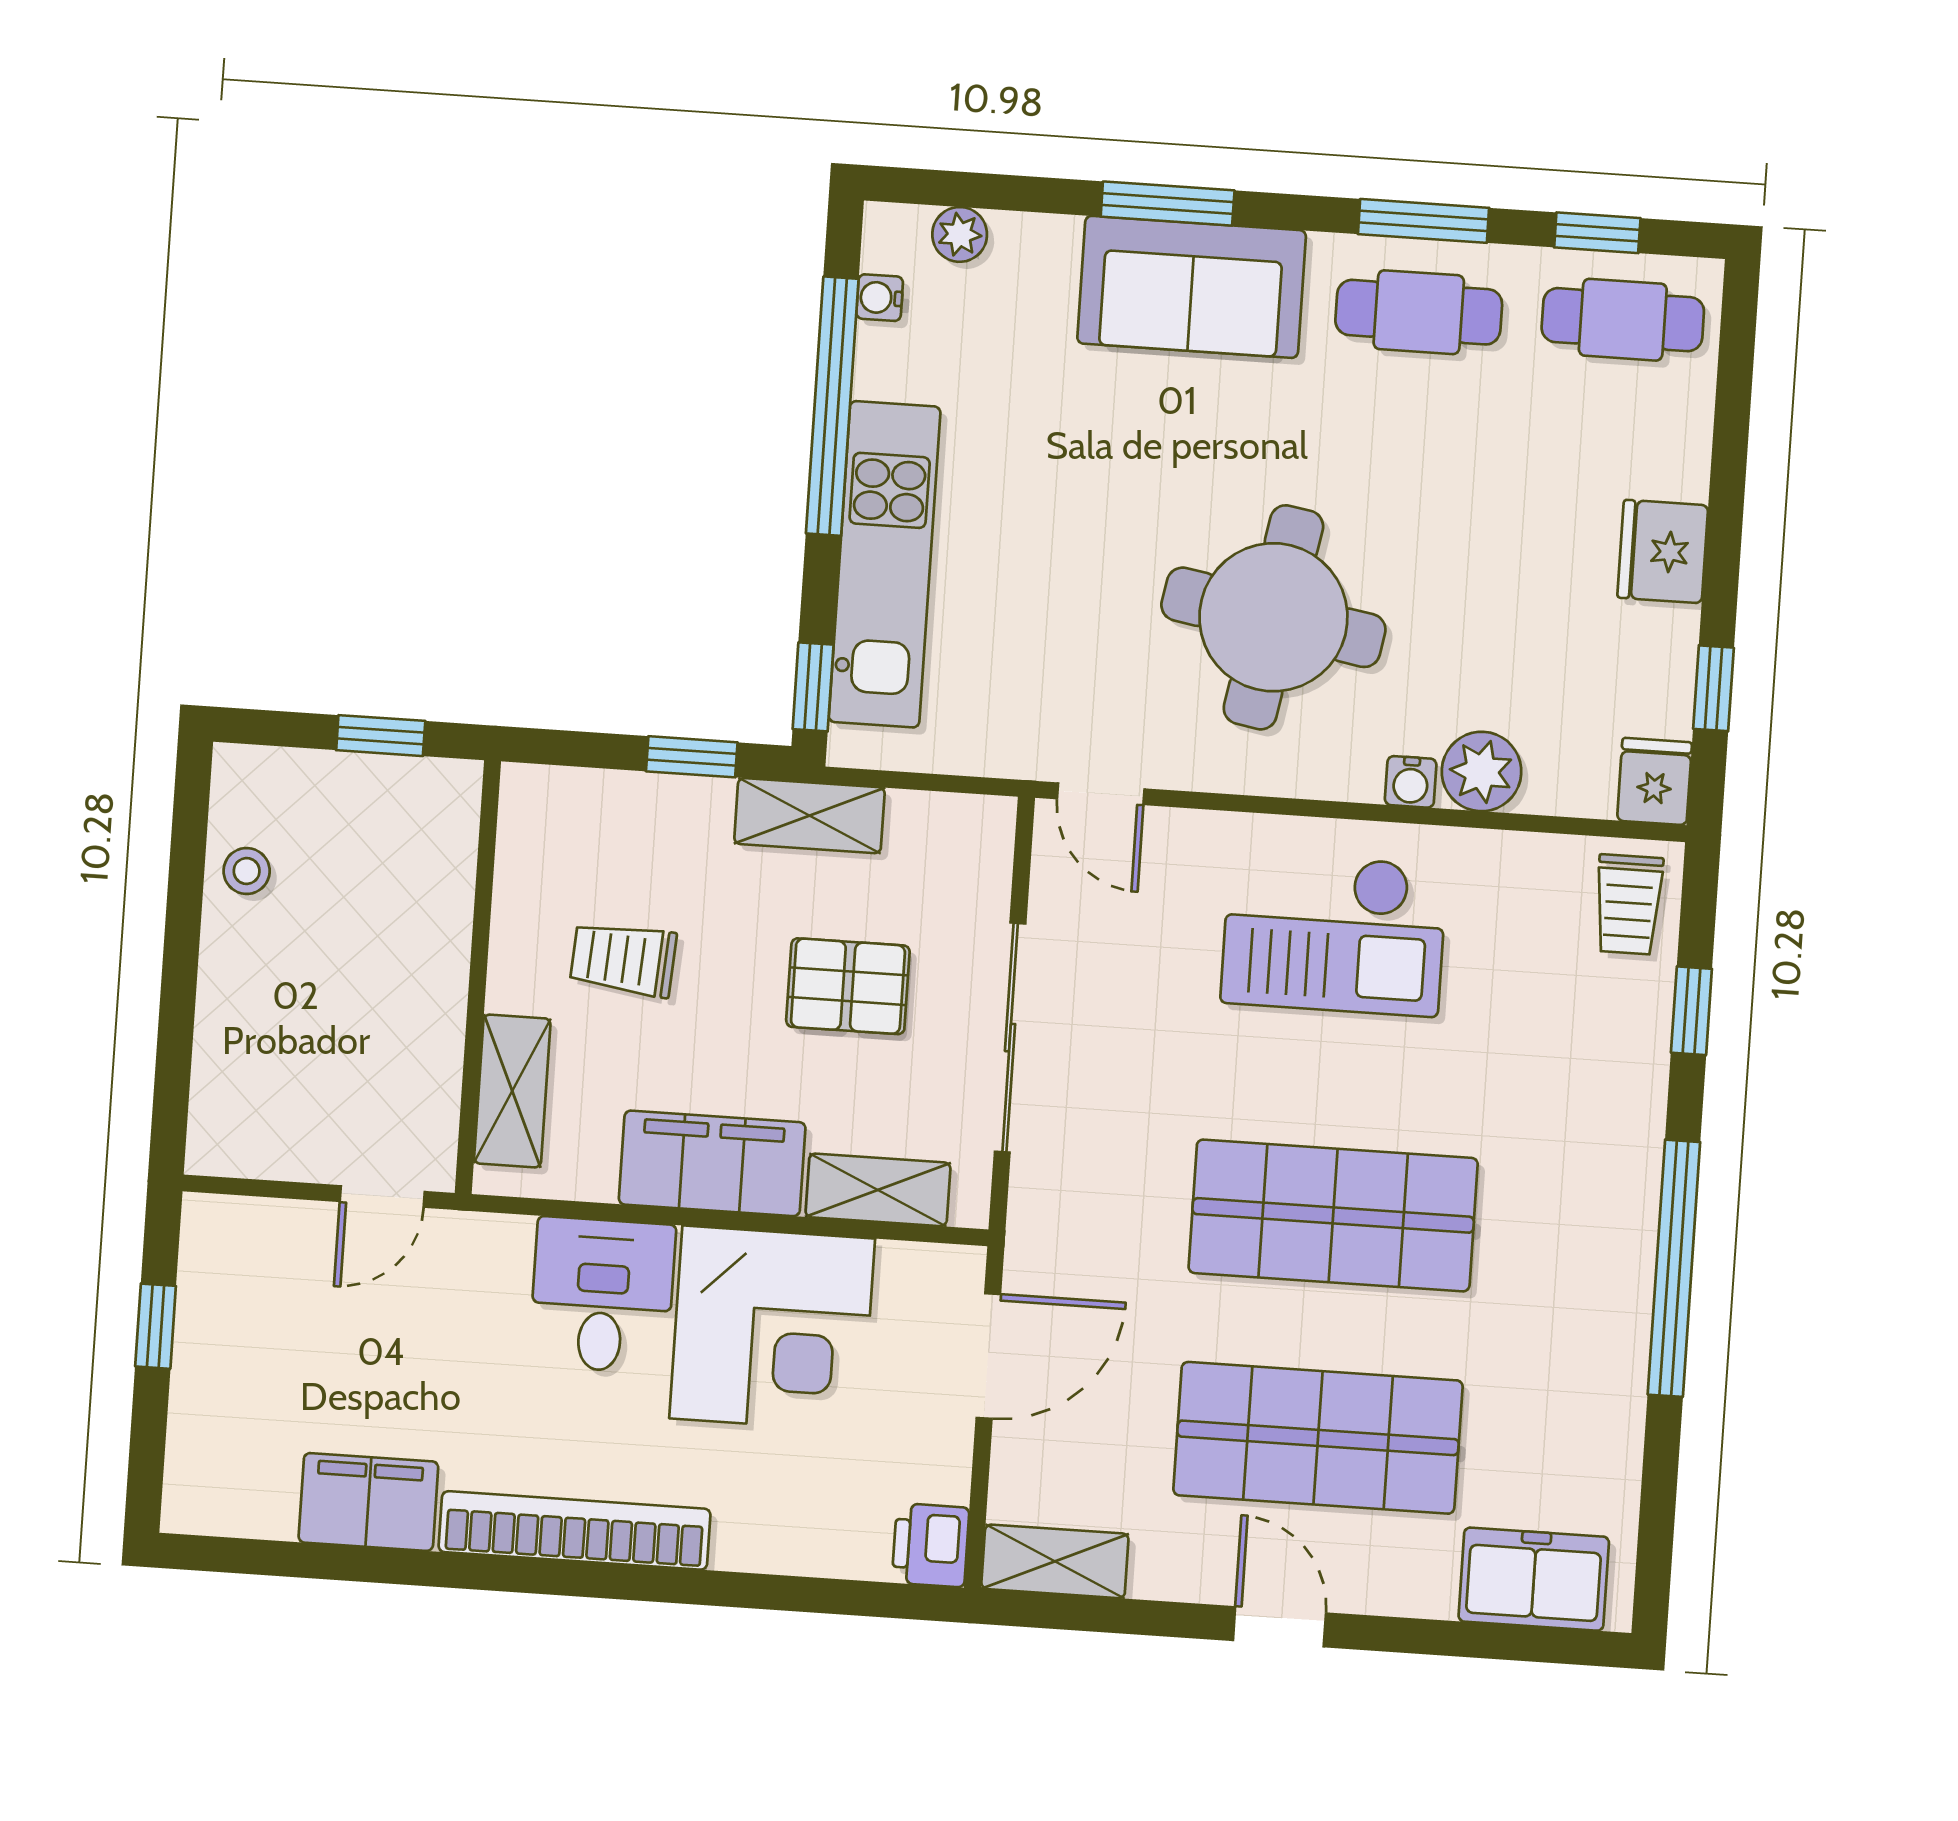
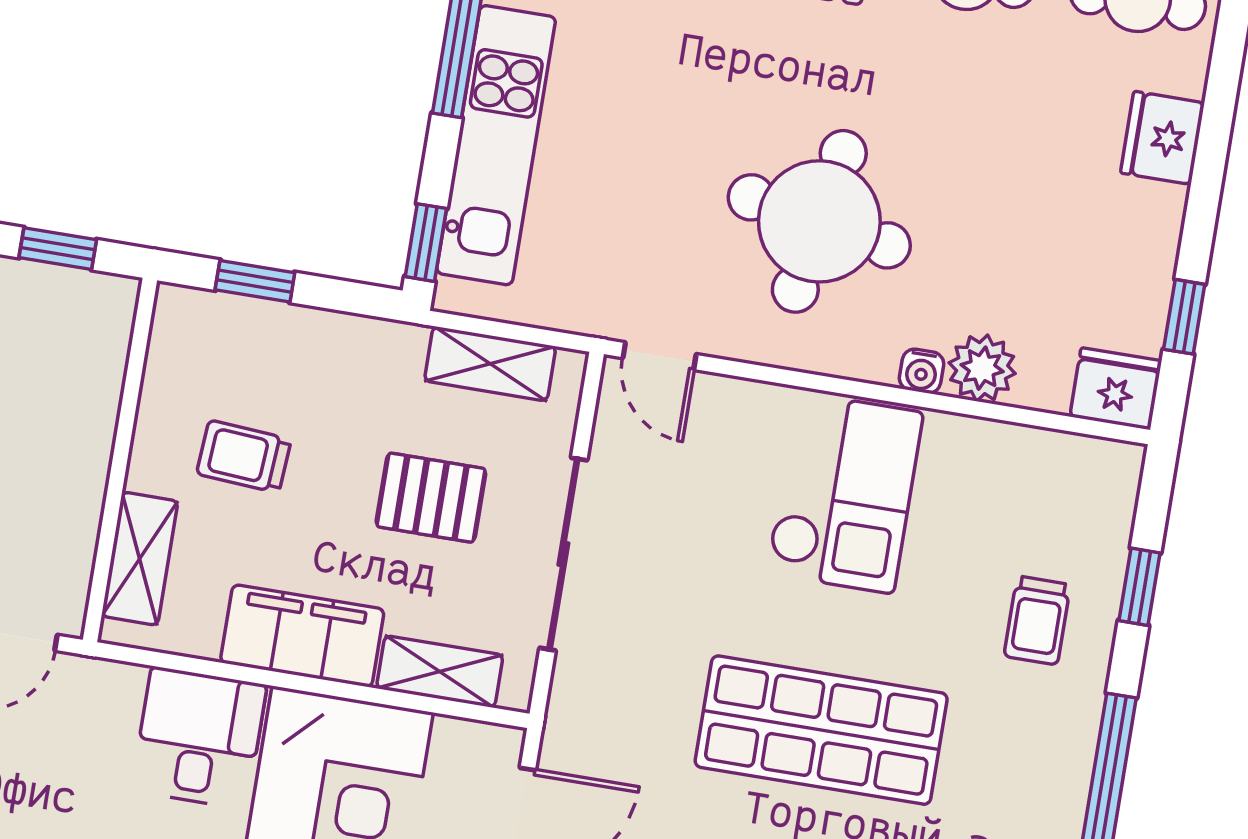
fridge: (1663, 551) -> (1162, 138), moved
window: (692, 757) -> (255, 281), moved
fridge: (1655, 781) -> (1116, 389), width x1.38
shelving: (809, 816) -> (490, 364), moved
trolley: (1628, 904) -> (1037, 620), moved
checkout: (1334, 934) -> (845, 493), turned -90

